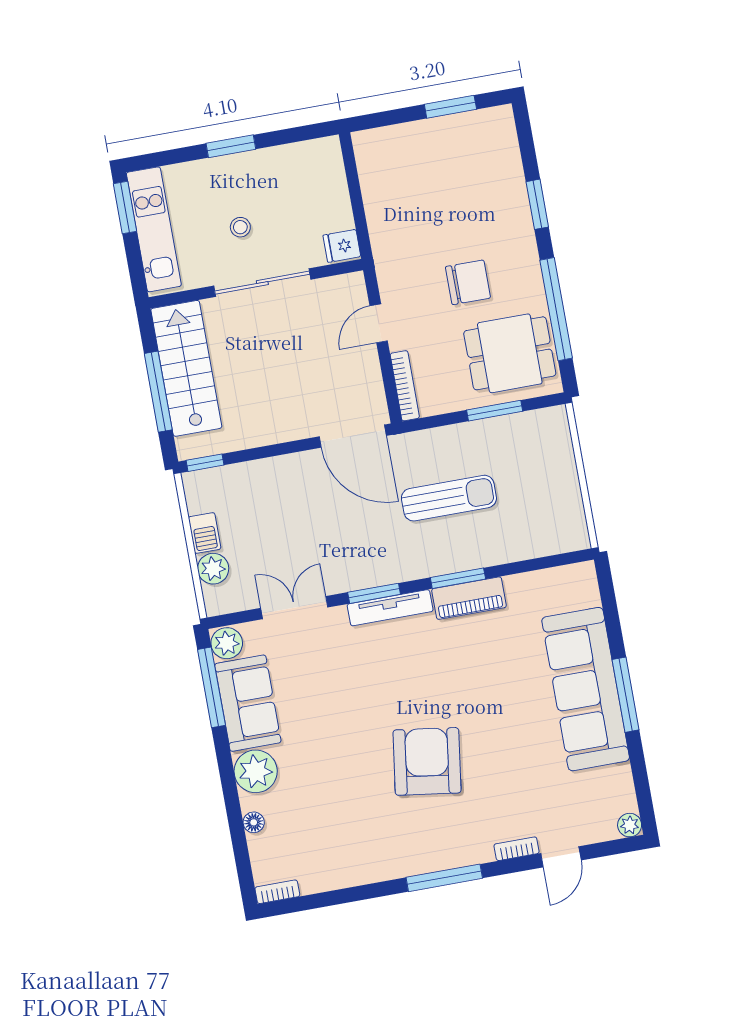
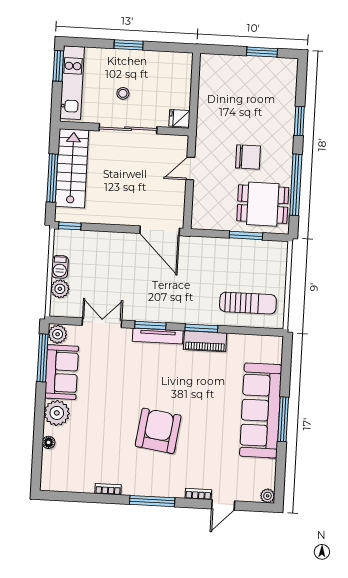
bookcase: (405, 386) -> (197, 209), removed
sun lounger: (449, 498) -> (248, 303), moved
bookcase: (277, 892) -> (108, 489), moved

